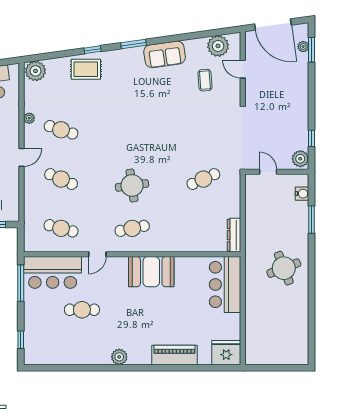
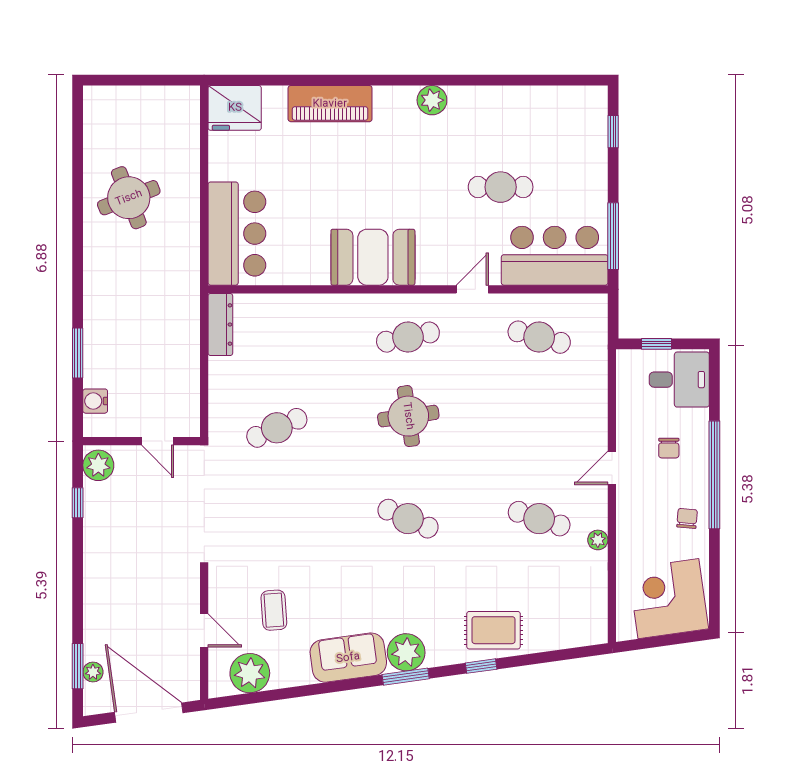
plant: (36, 71) -> (406, 652), moved
cafe table: (61, 179) -> (408, 519), moved
round table: (284, 268) -> (129, 198), moved

